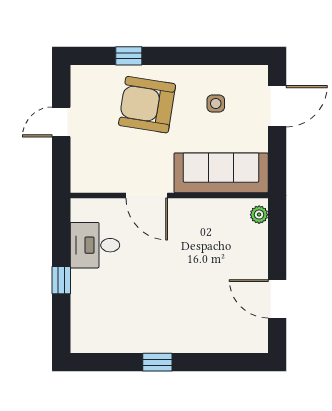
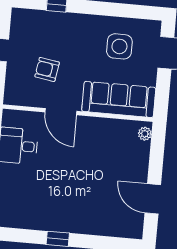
side table: (216, 103) -> (119, 46), width x1.87, depth x1.87
armchair: (147, 105) -> (47, 69), moved, width x0.53, depth x0.53

